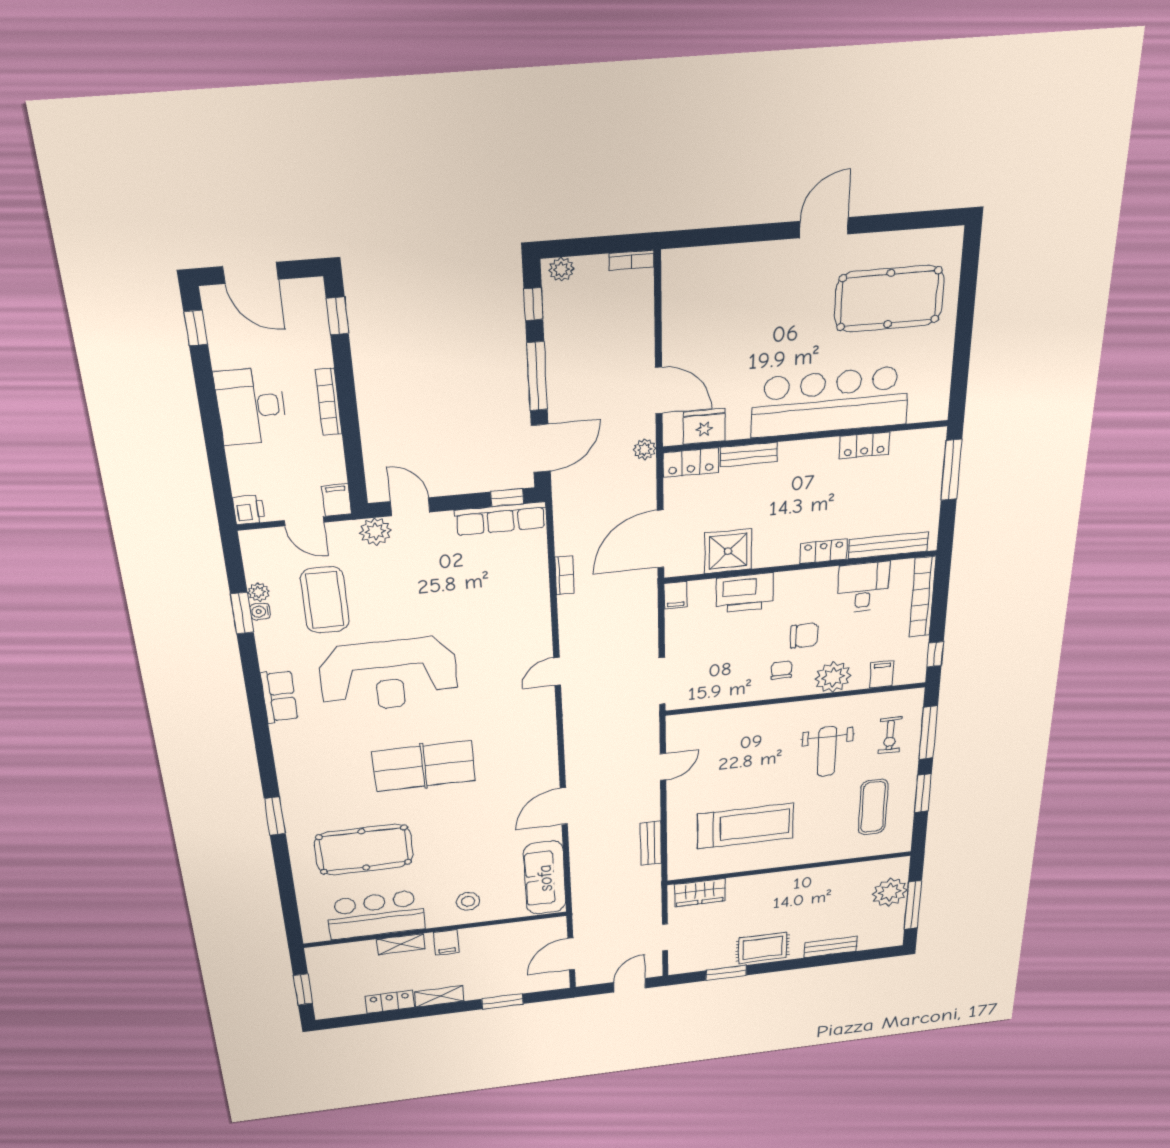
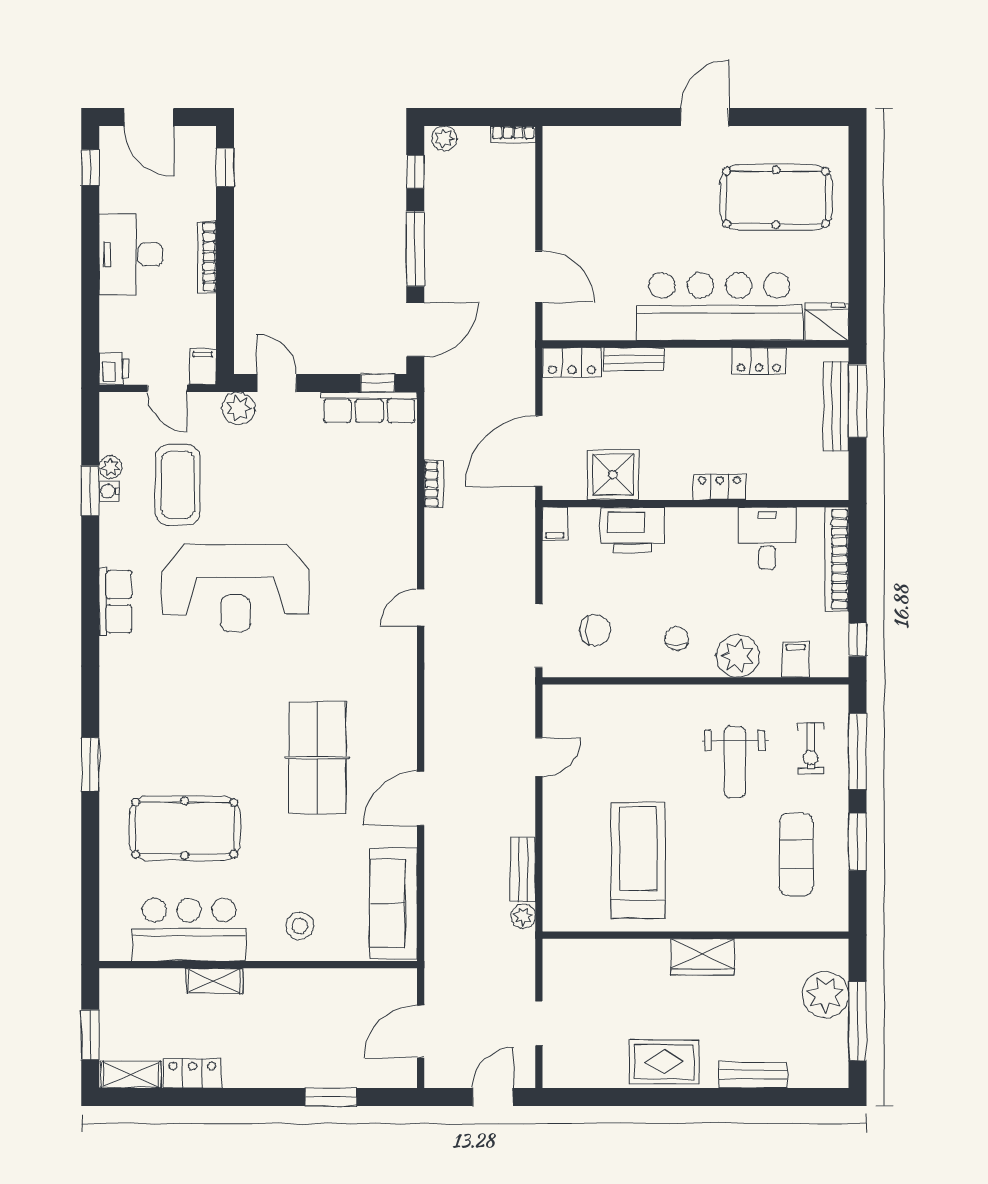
fridge: (704, 426) -> (827, 322), moved
plant: (645, 449) -> (523, 916), moved
bench: (888, 545) -> (836, 406), moved, turned 90
chair: (804, 636) -> (595, 630), moved
table tennis table: (424, 766) -> (317, 758), moved, turned 90
treadmill: (745, 826) -> (638, 860), turned -90
wardrobe: (700, 893) -> (702, 957), moved
filing cabinet: (446, 942) -> (269, 987), removed
window: (726, 973) -> (617, 1097), removed
shelving: (439, 996) -> (131, 1075), moved

